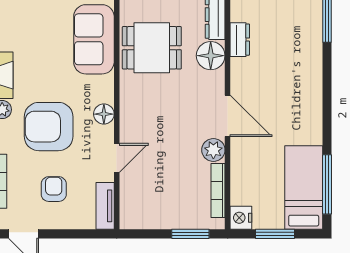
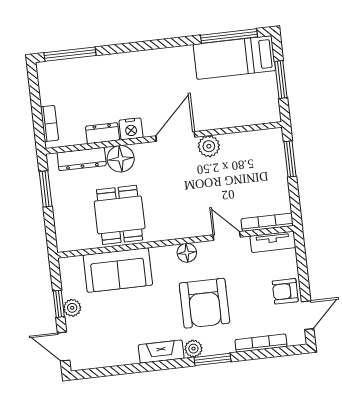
armchair: (54, 189) -> (285, 291), moved
bookcase: (218, 190) -> (267, 222), moved, turned 180
nightstand: (241, 218) -> (131, 129), moved

